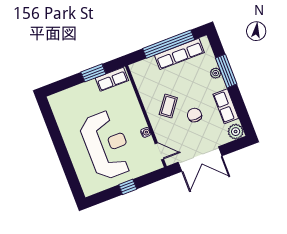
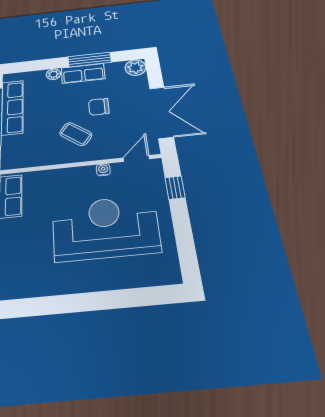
window: (226, 71) -> (90, 60), moved
row of seats: (226, 106) -> (83, 73), moved
window: (128, 187) -> (175, 188), moved

